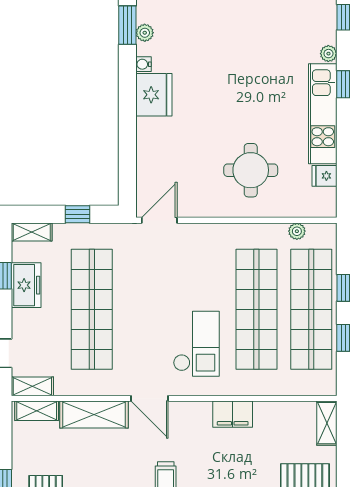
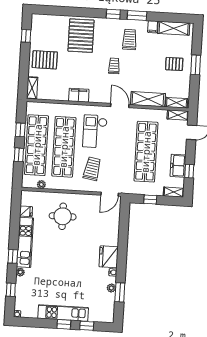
trolley: (197, 269) -> (92, 169), added

